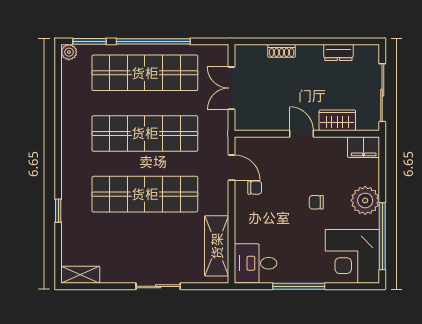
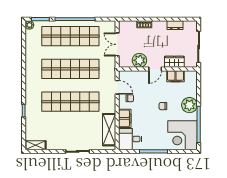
plant: (273, 118) -> (139, 60), added
door: (302, 134) -> (155, 69), swing flipped
filing cabinet: (364, 147) -> (175, 76), moved
filing cabinet: (246, 225) -> (125, 118), added

